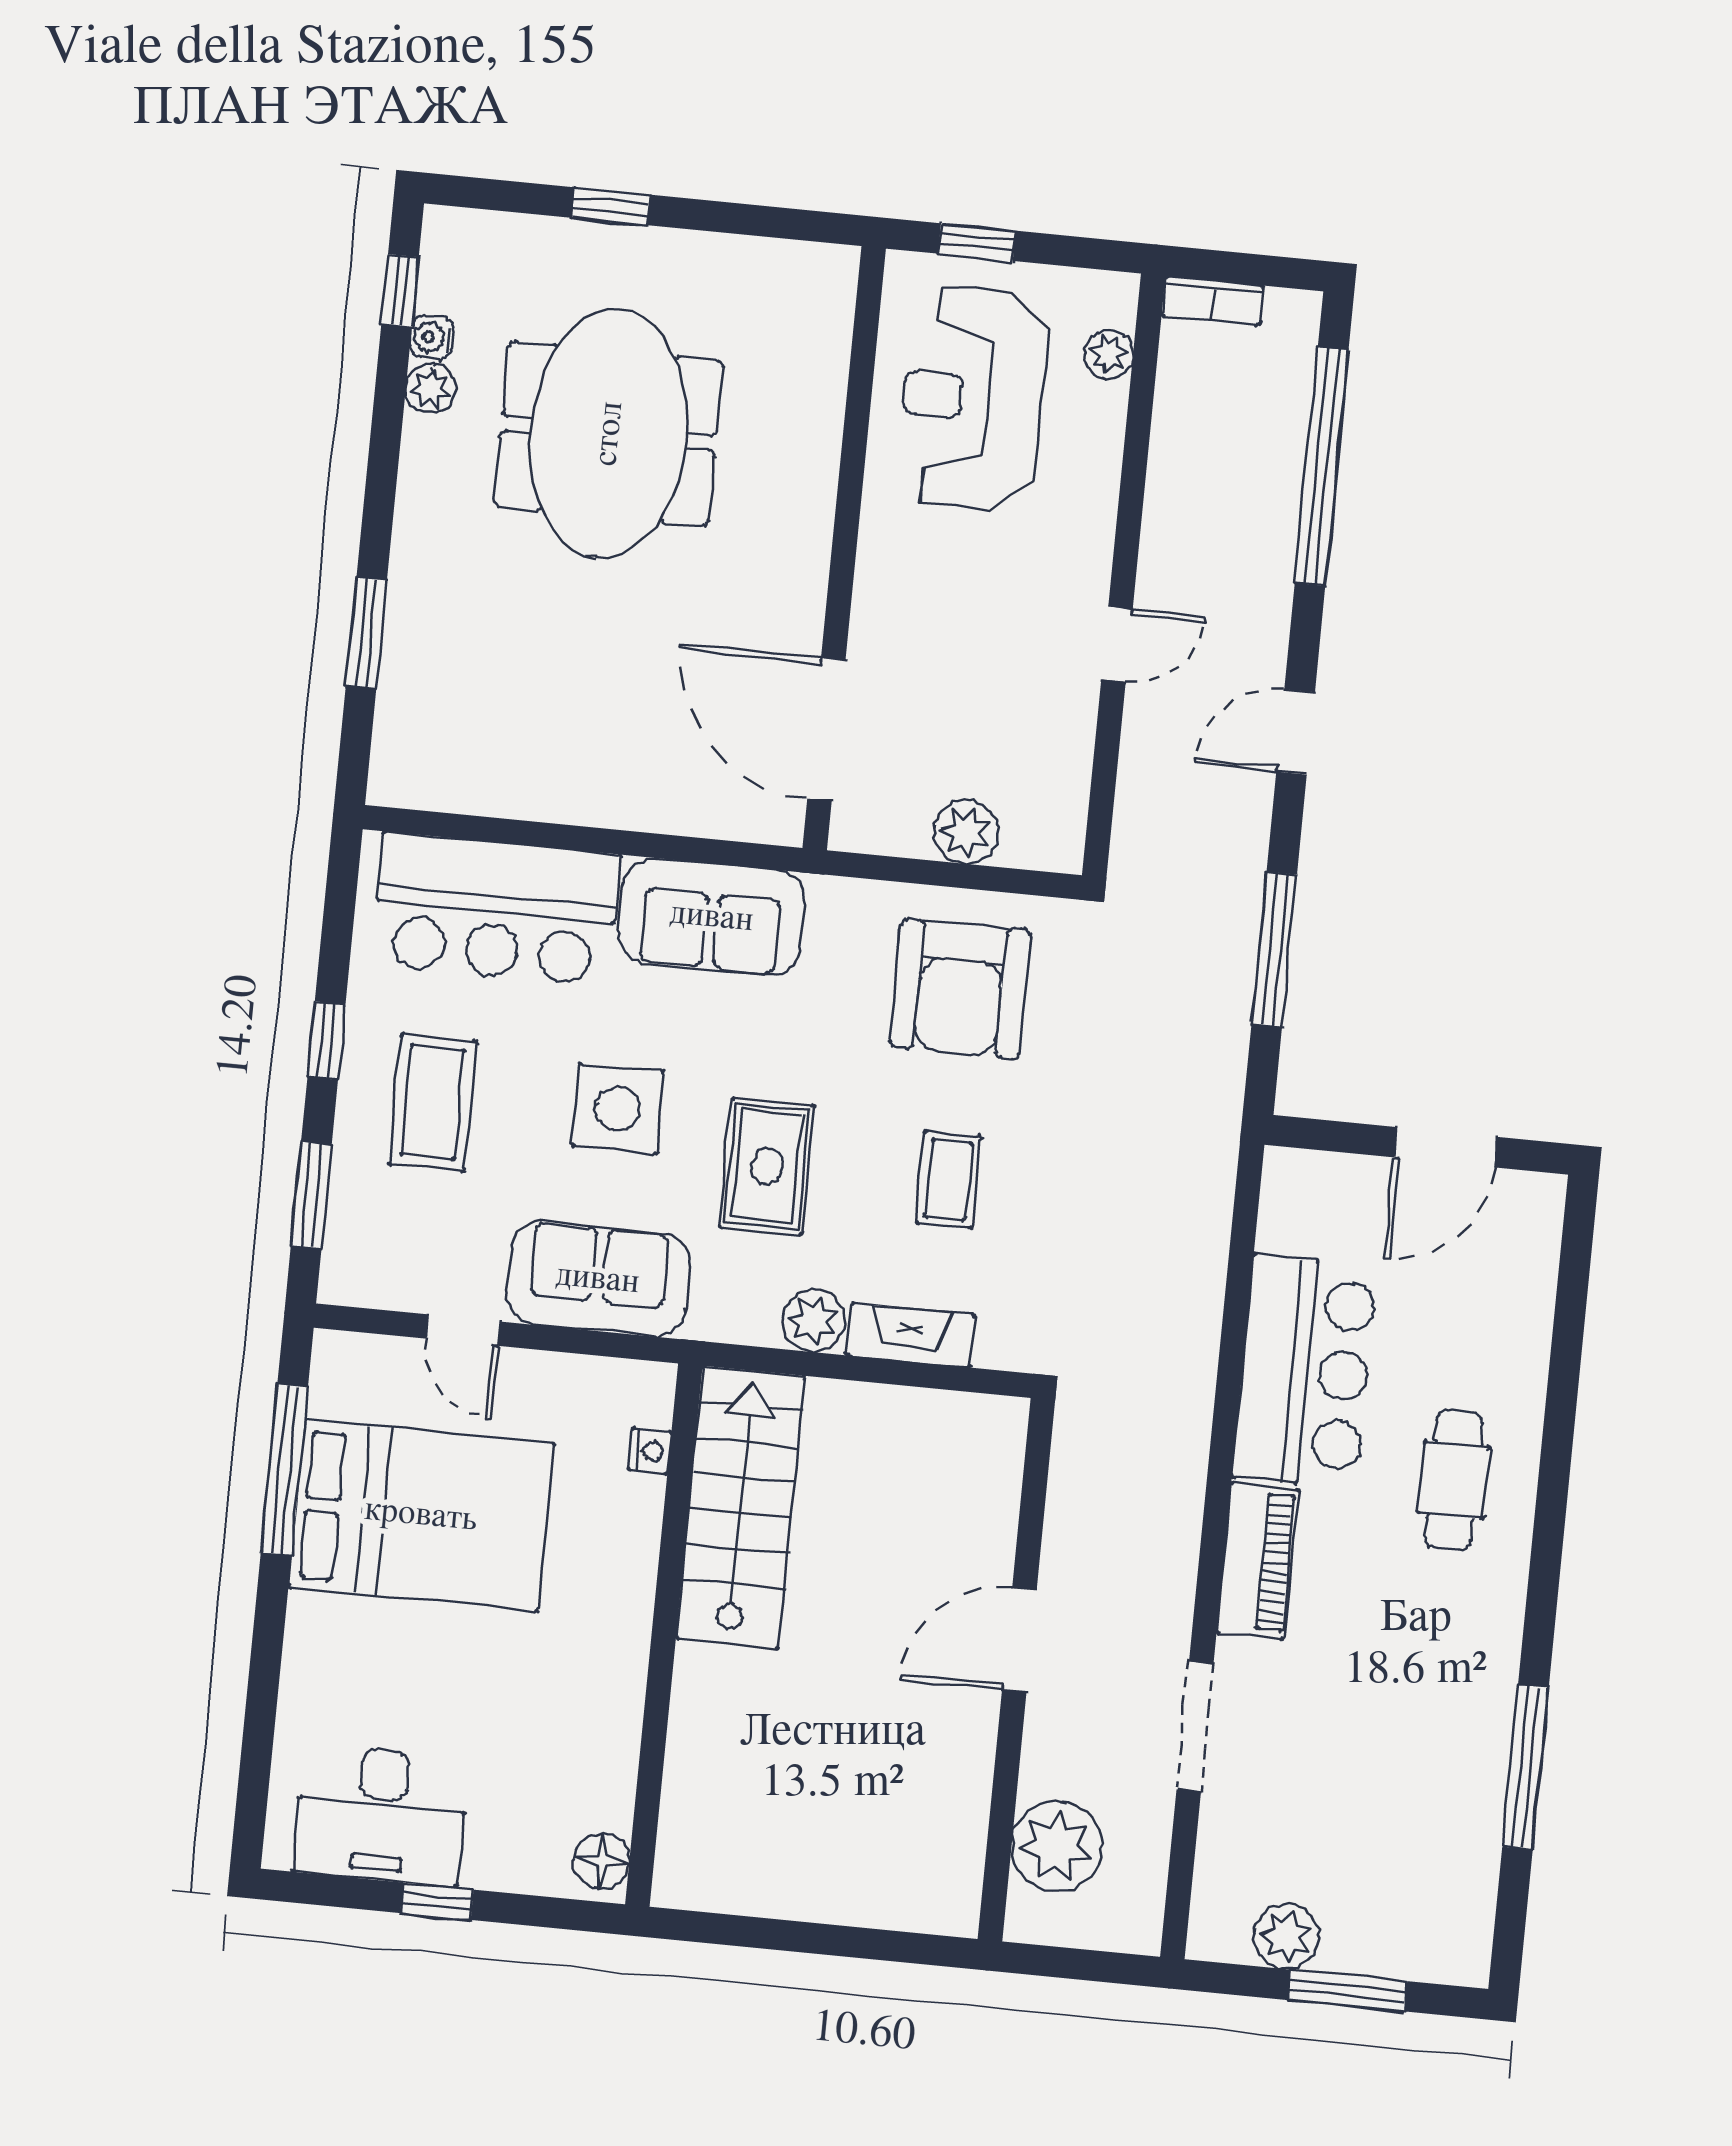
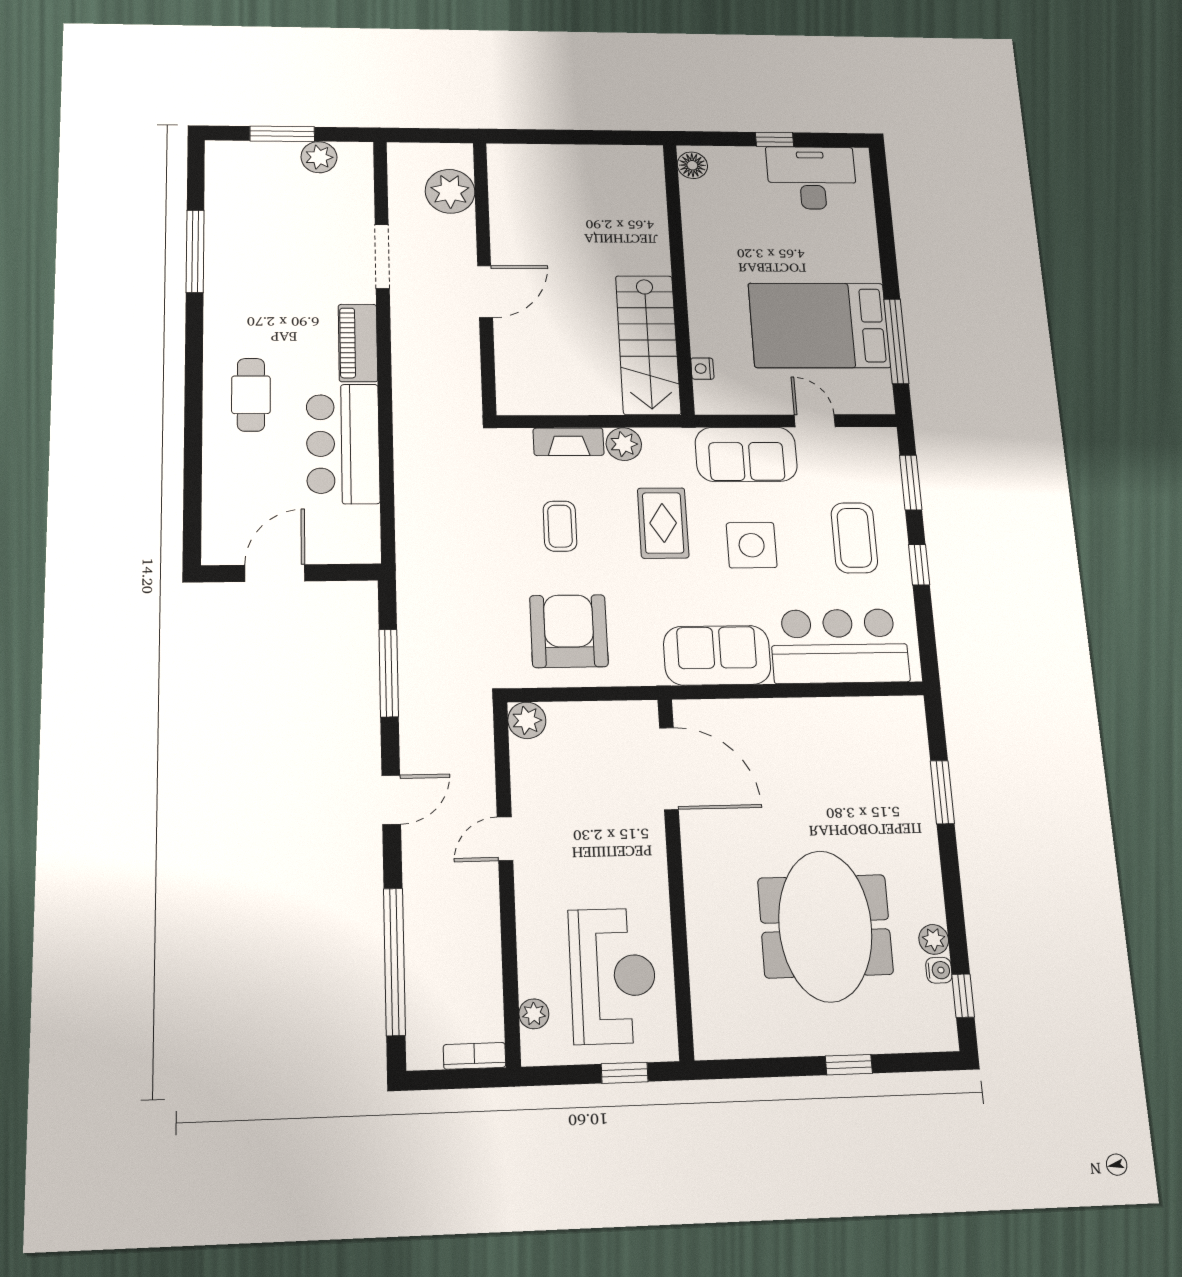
plant: (966, 832) -> (527, 720), moved

